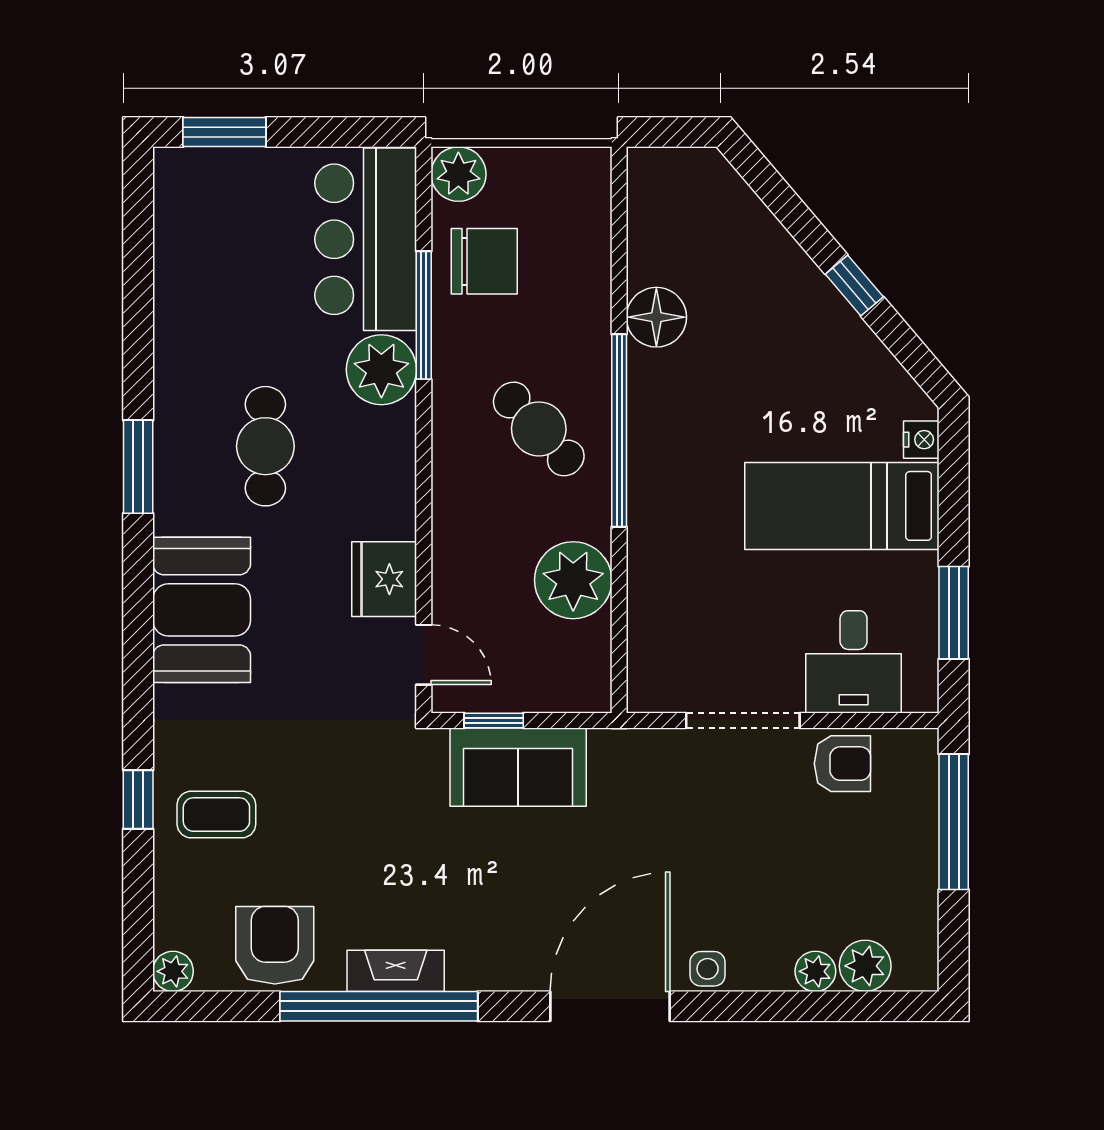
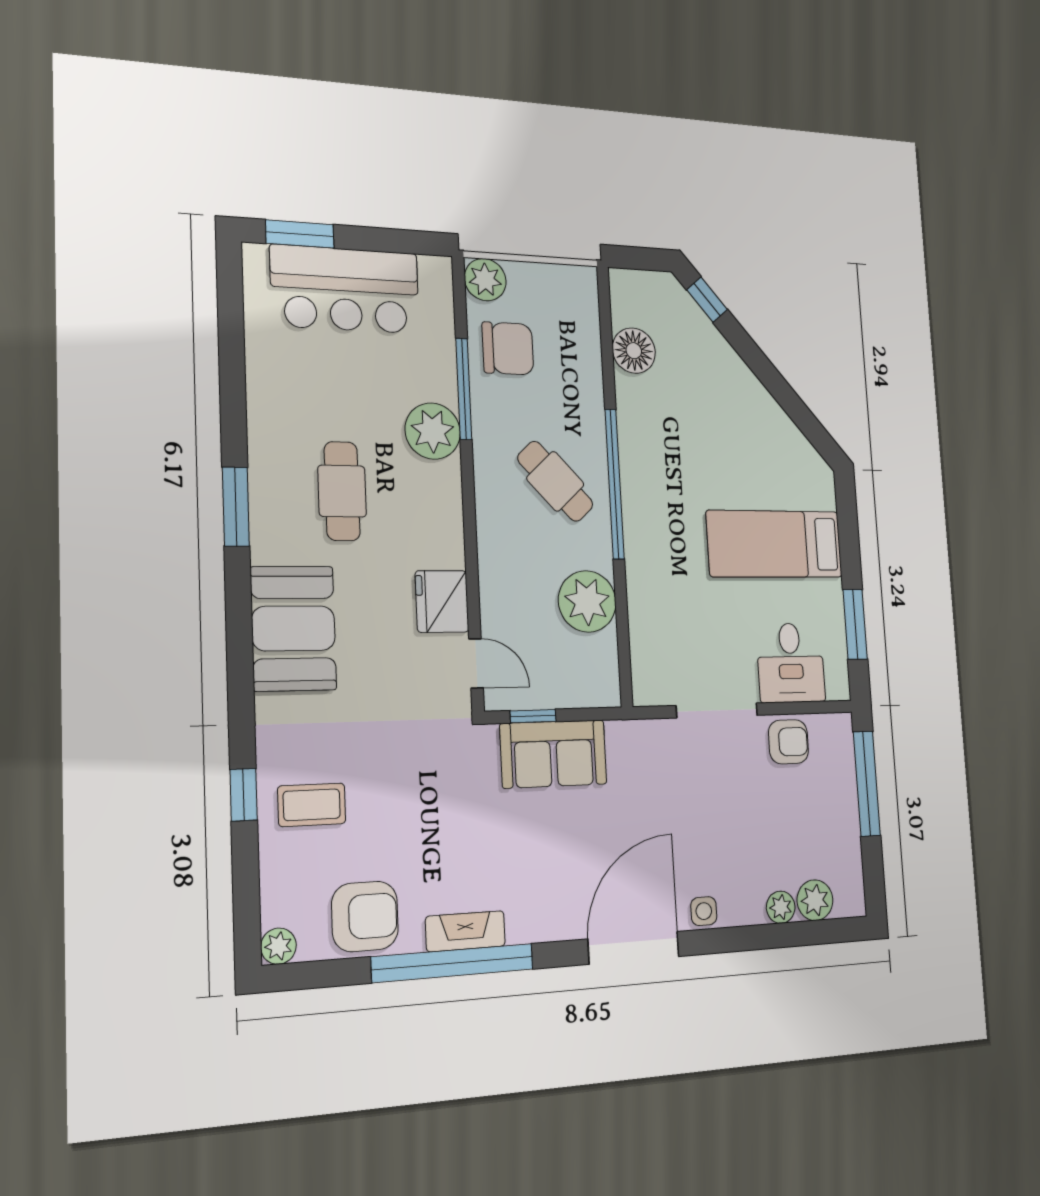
bar counter: (366, 239) -> (345, 289), moved, turned -90
window: (854, 286) -> (707, 300), moved
floor lamp: (656, 317) -> (634, 351), moved
nightstand: (921, 440) -> (824, 495), removed
armchair: (275, 945) -> (365, 916), turned 90

